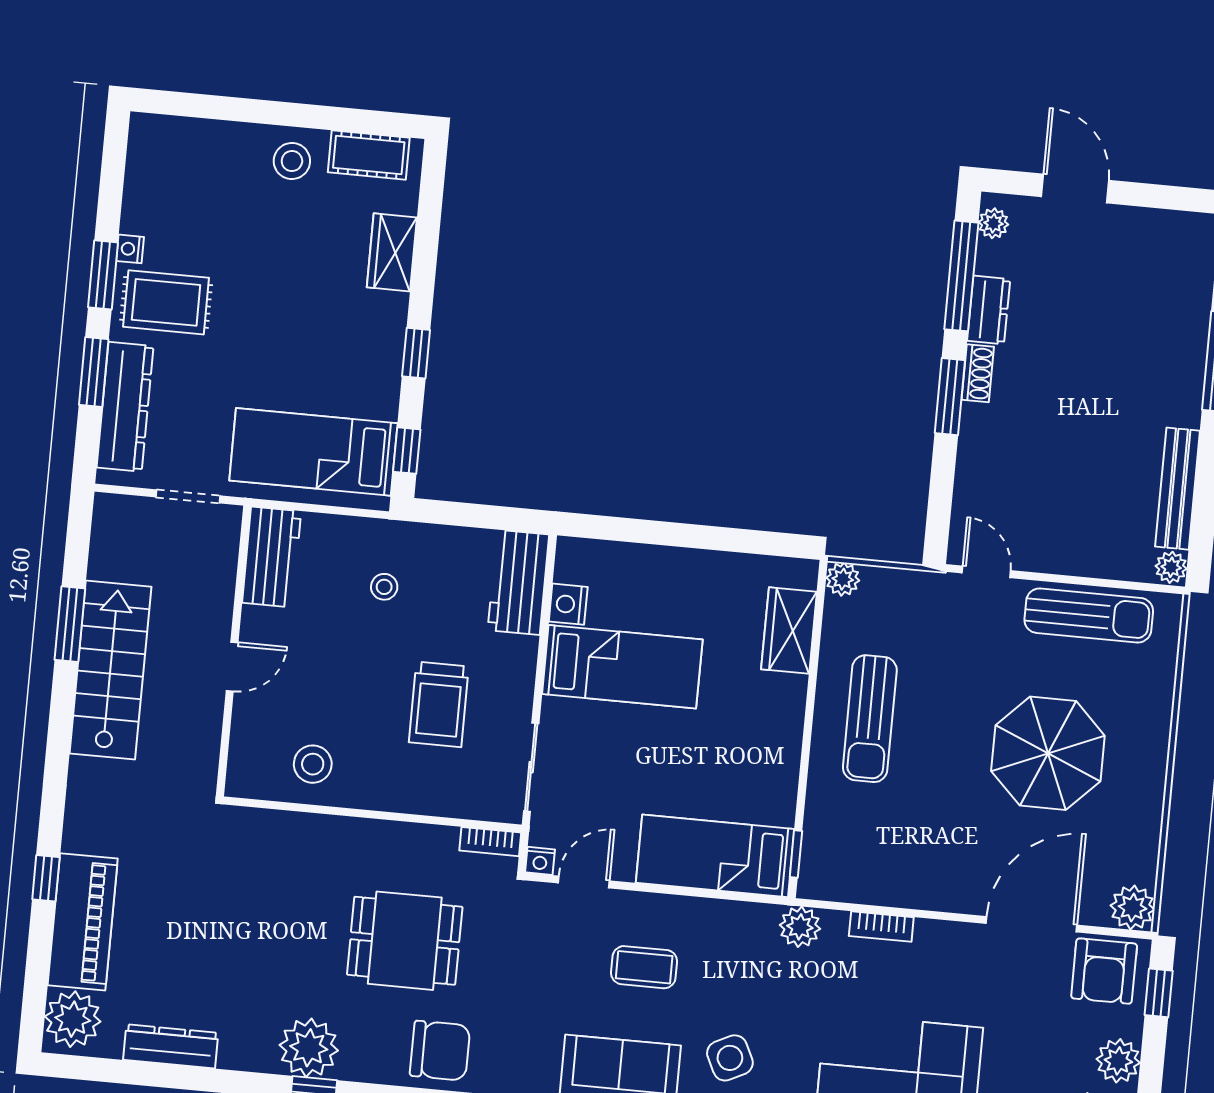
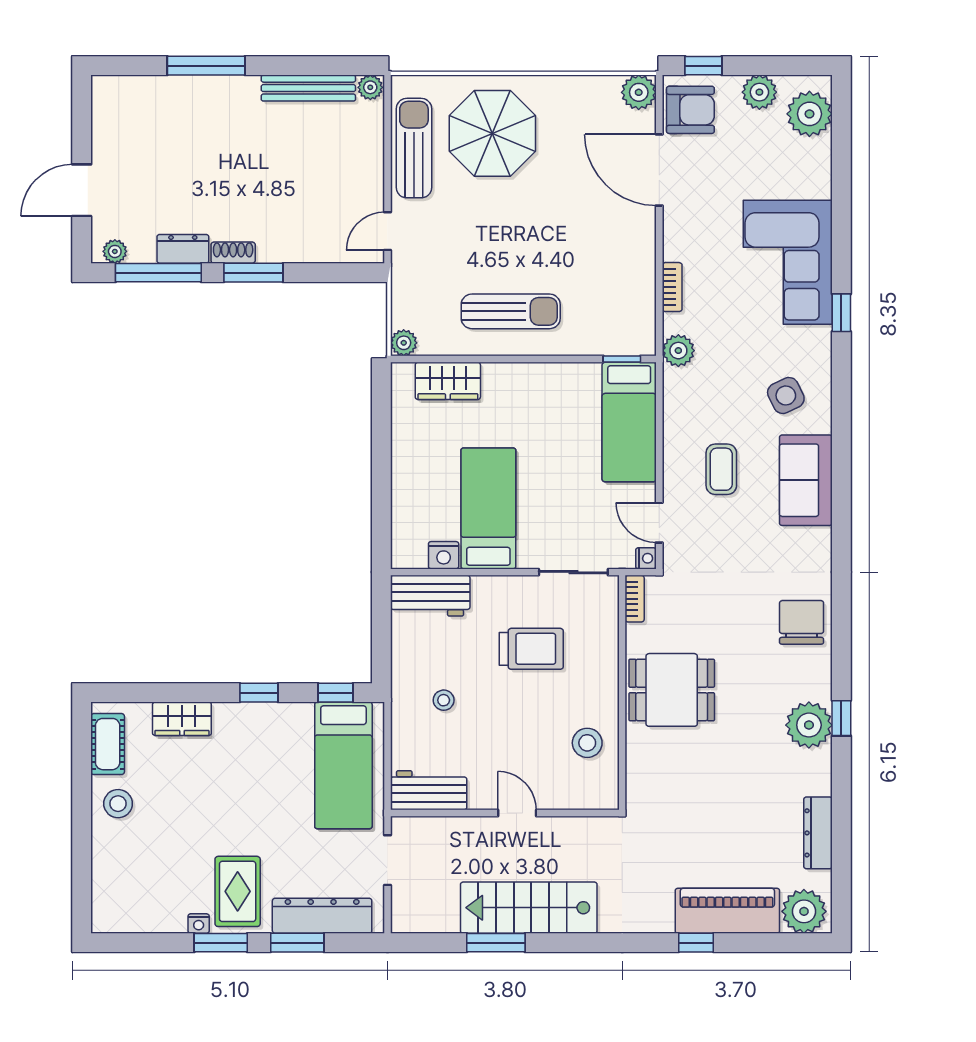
parasol: (1048, 753) -> (492, 133), moved
dining table: (405, 941) -> (672, 690), moved, turned 90

